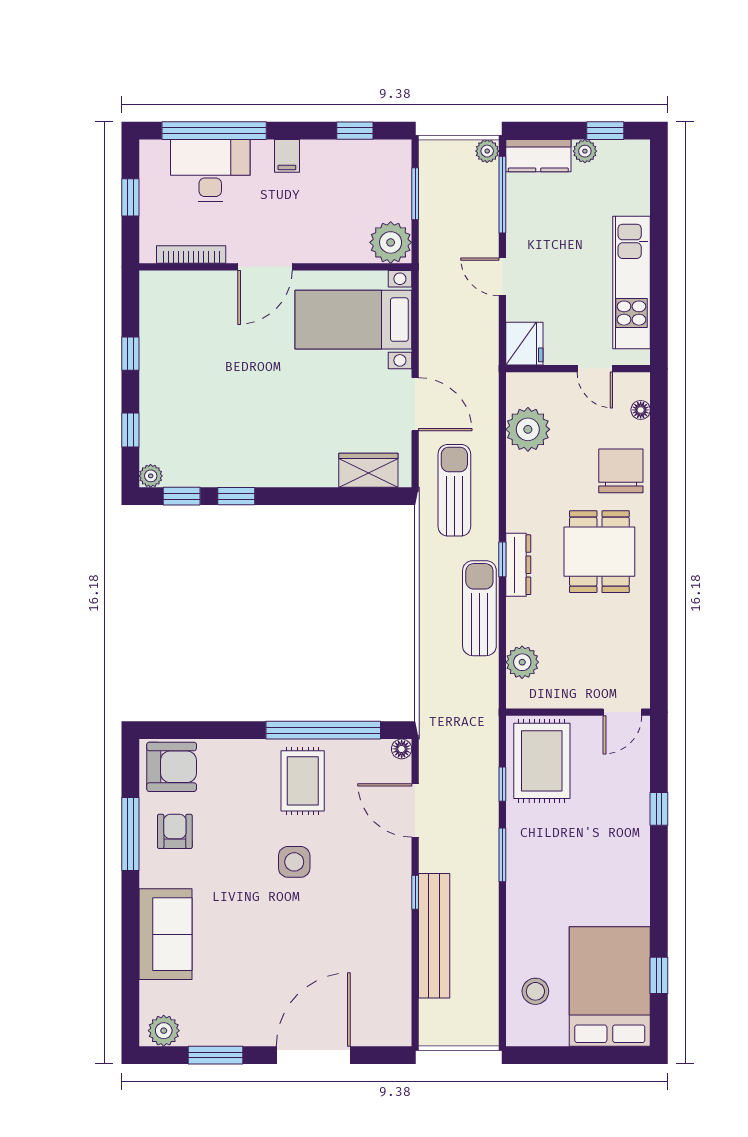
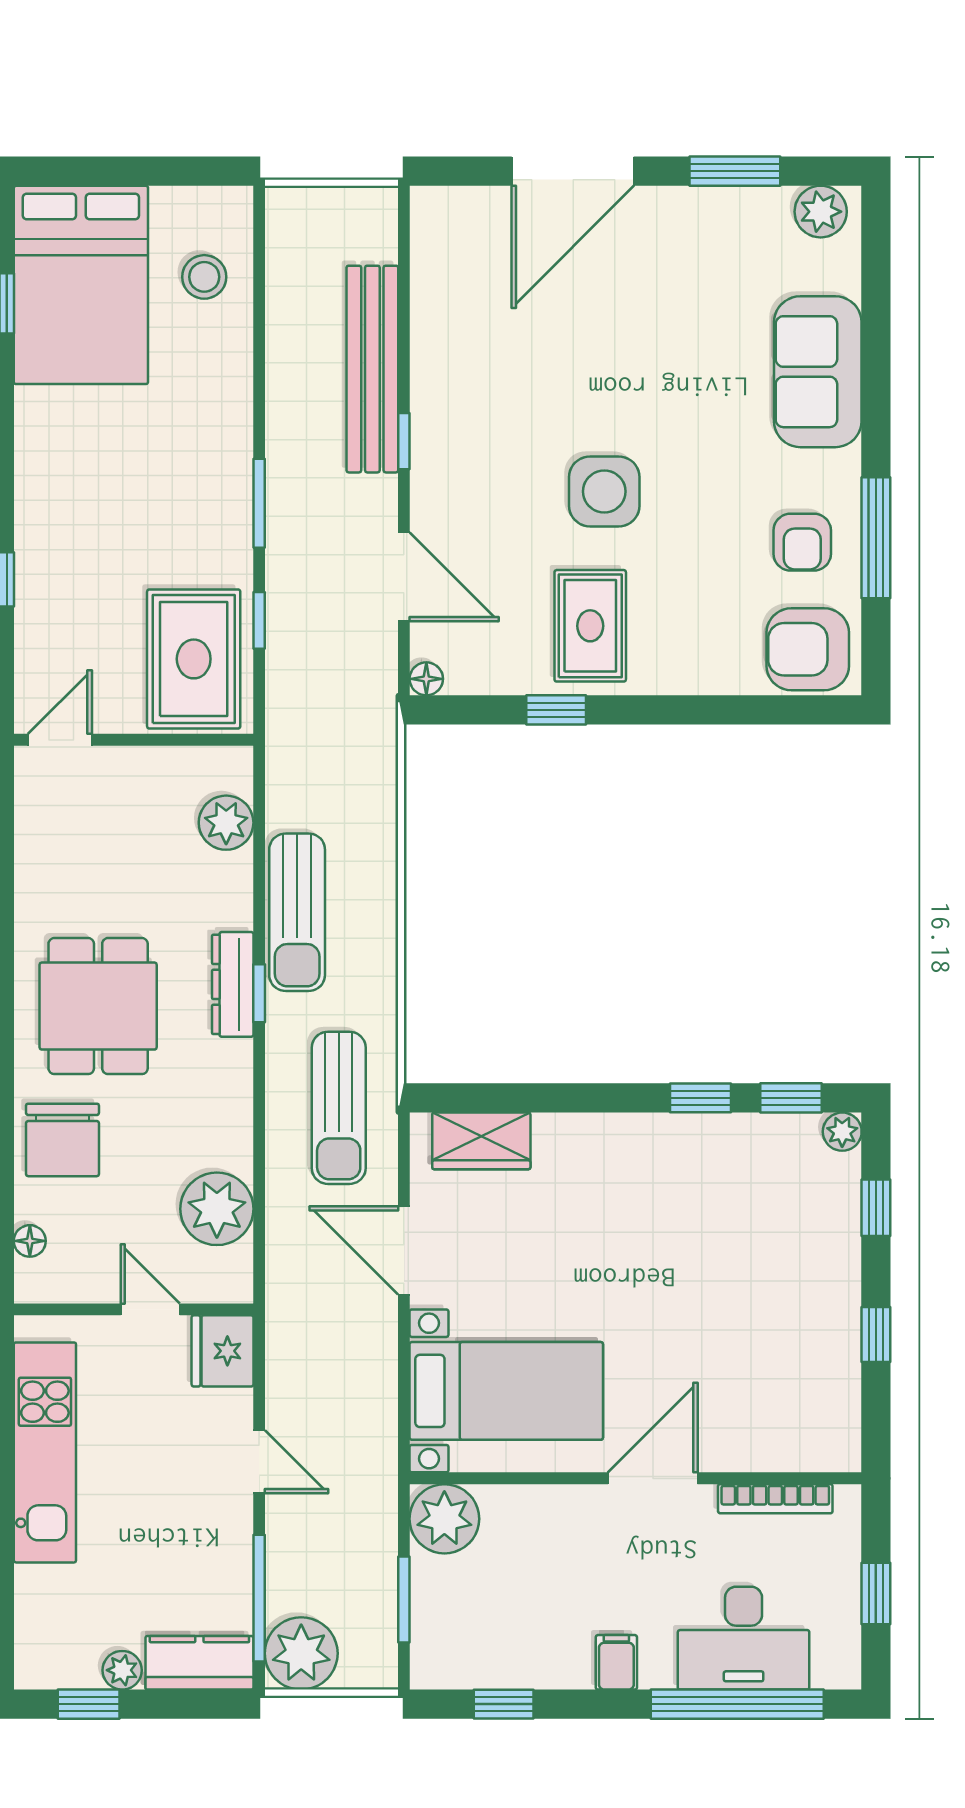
plant: (487, 151) -> (301, 1653), width x1.87, depth x1.87
door: (595, 369) -> (150, 1309), moved
window: (323, 730) -> (556, 710), width x0.32
side table: (294, 862) -> (604, 491), width x1.37, depth x1.37

